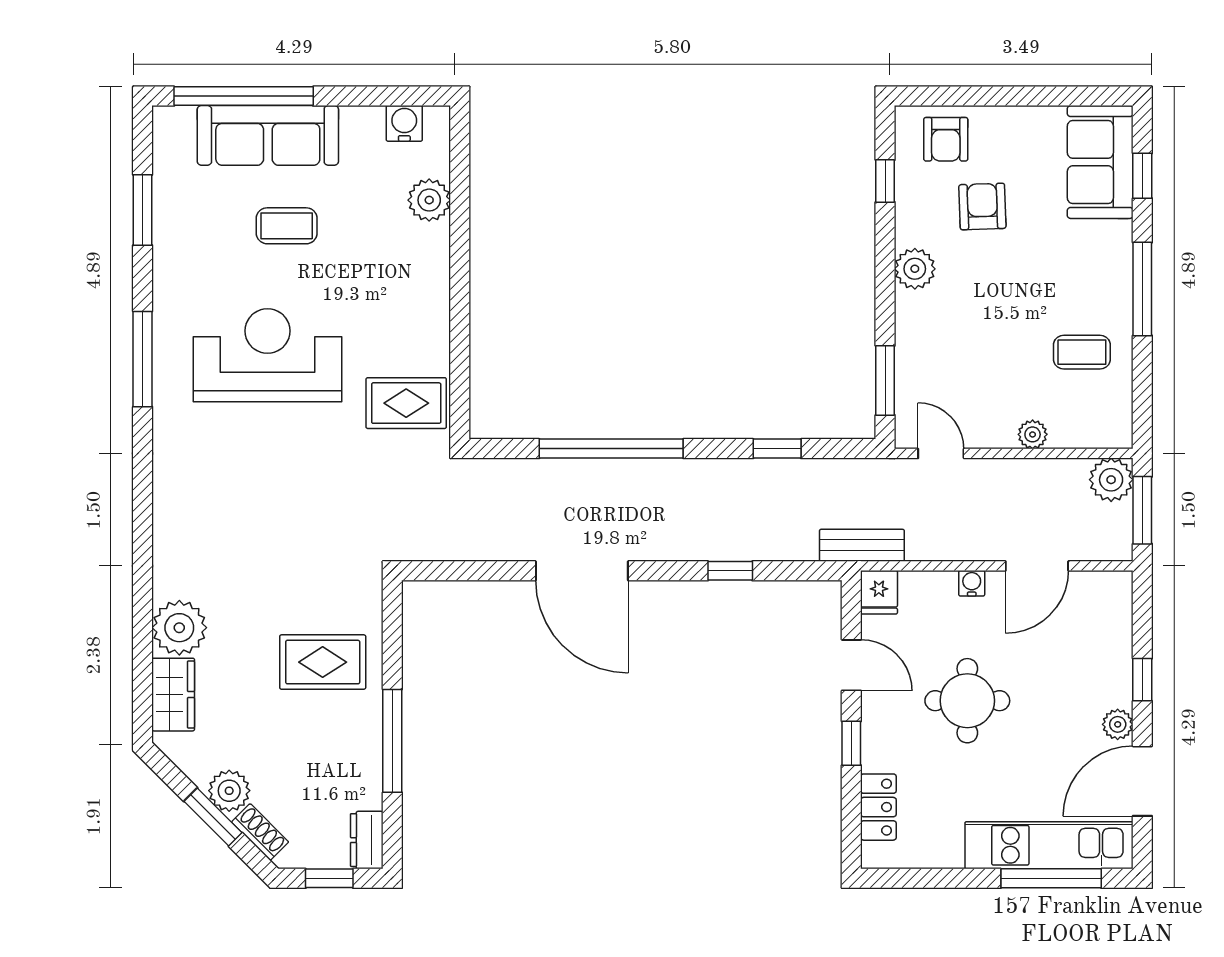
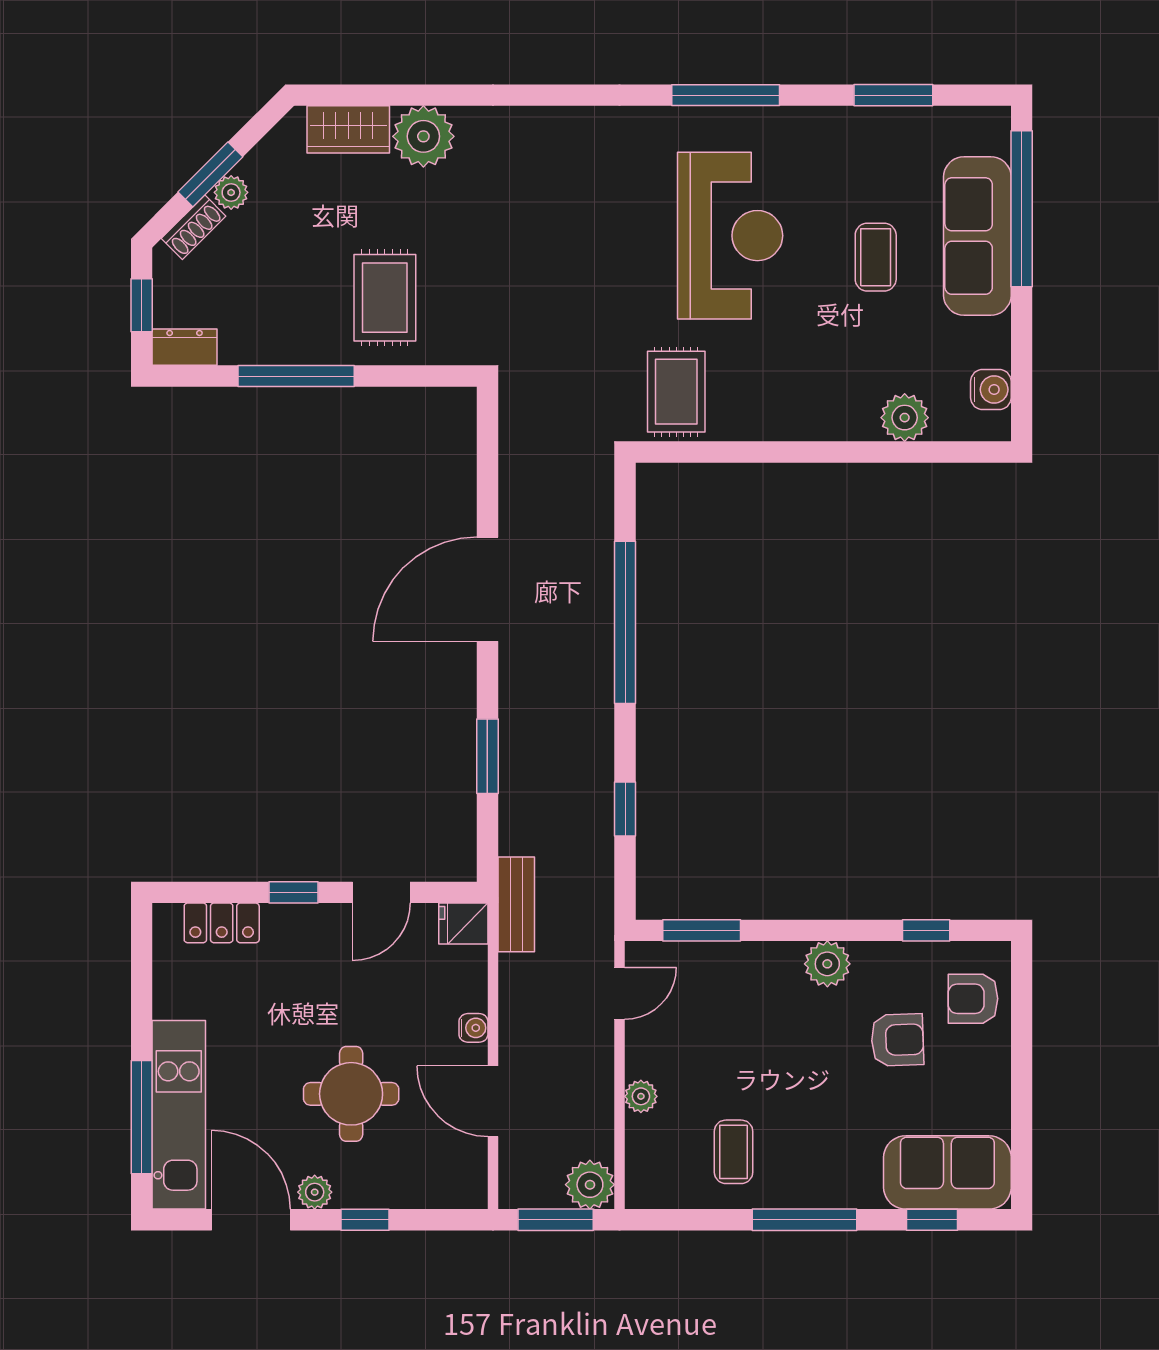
window: (730, 571) -> (487, 756), width x1.50
round table: (967, 701) -> (351, 1094), moved
plant: (229, 791) -> (231, 192), width x0.73, depth x0.73

